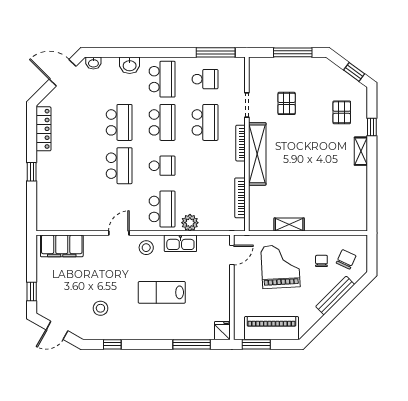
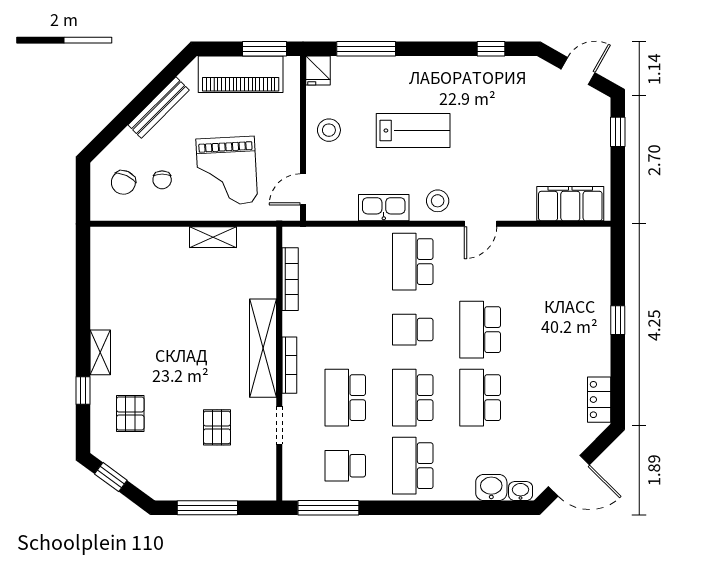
washbasin: (130, 65) -> (491, 487), moved
locker: (43, 129) -> (599, 400), width x0.66
plant: (190, 223) -> (369, 240), removed
bench: (335, 295) -> (159, 108), moved
stool: (100, 308) -> (329, 130), moved

